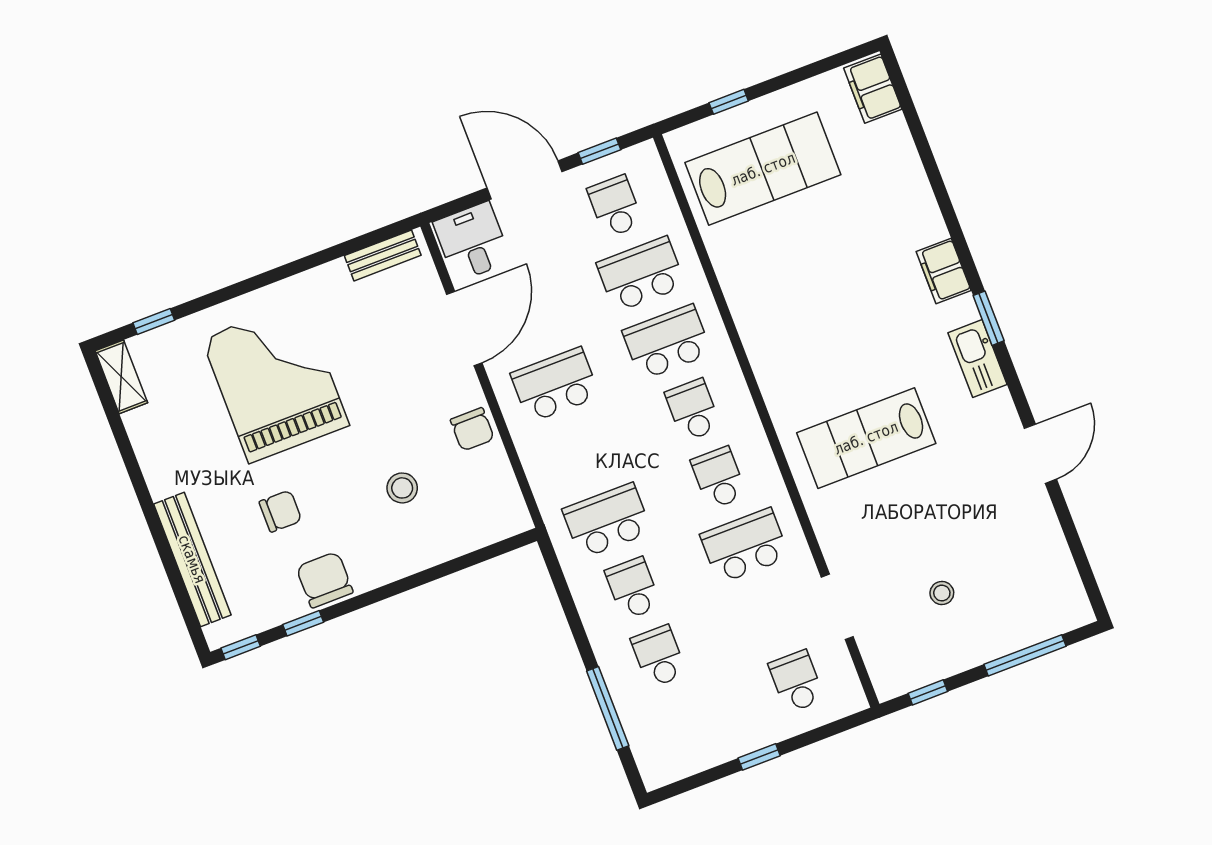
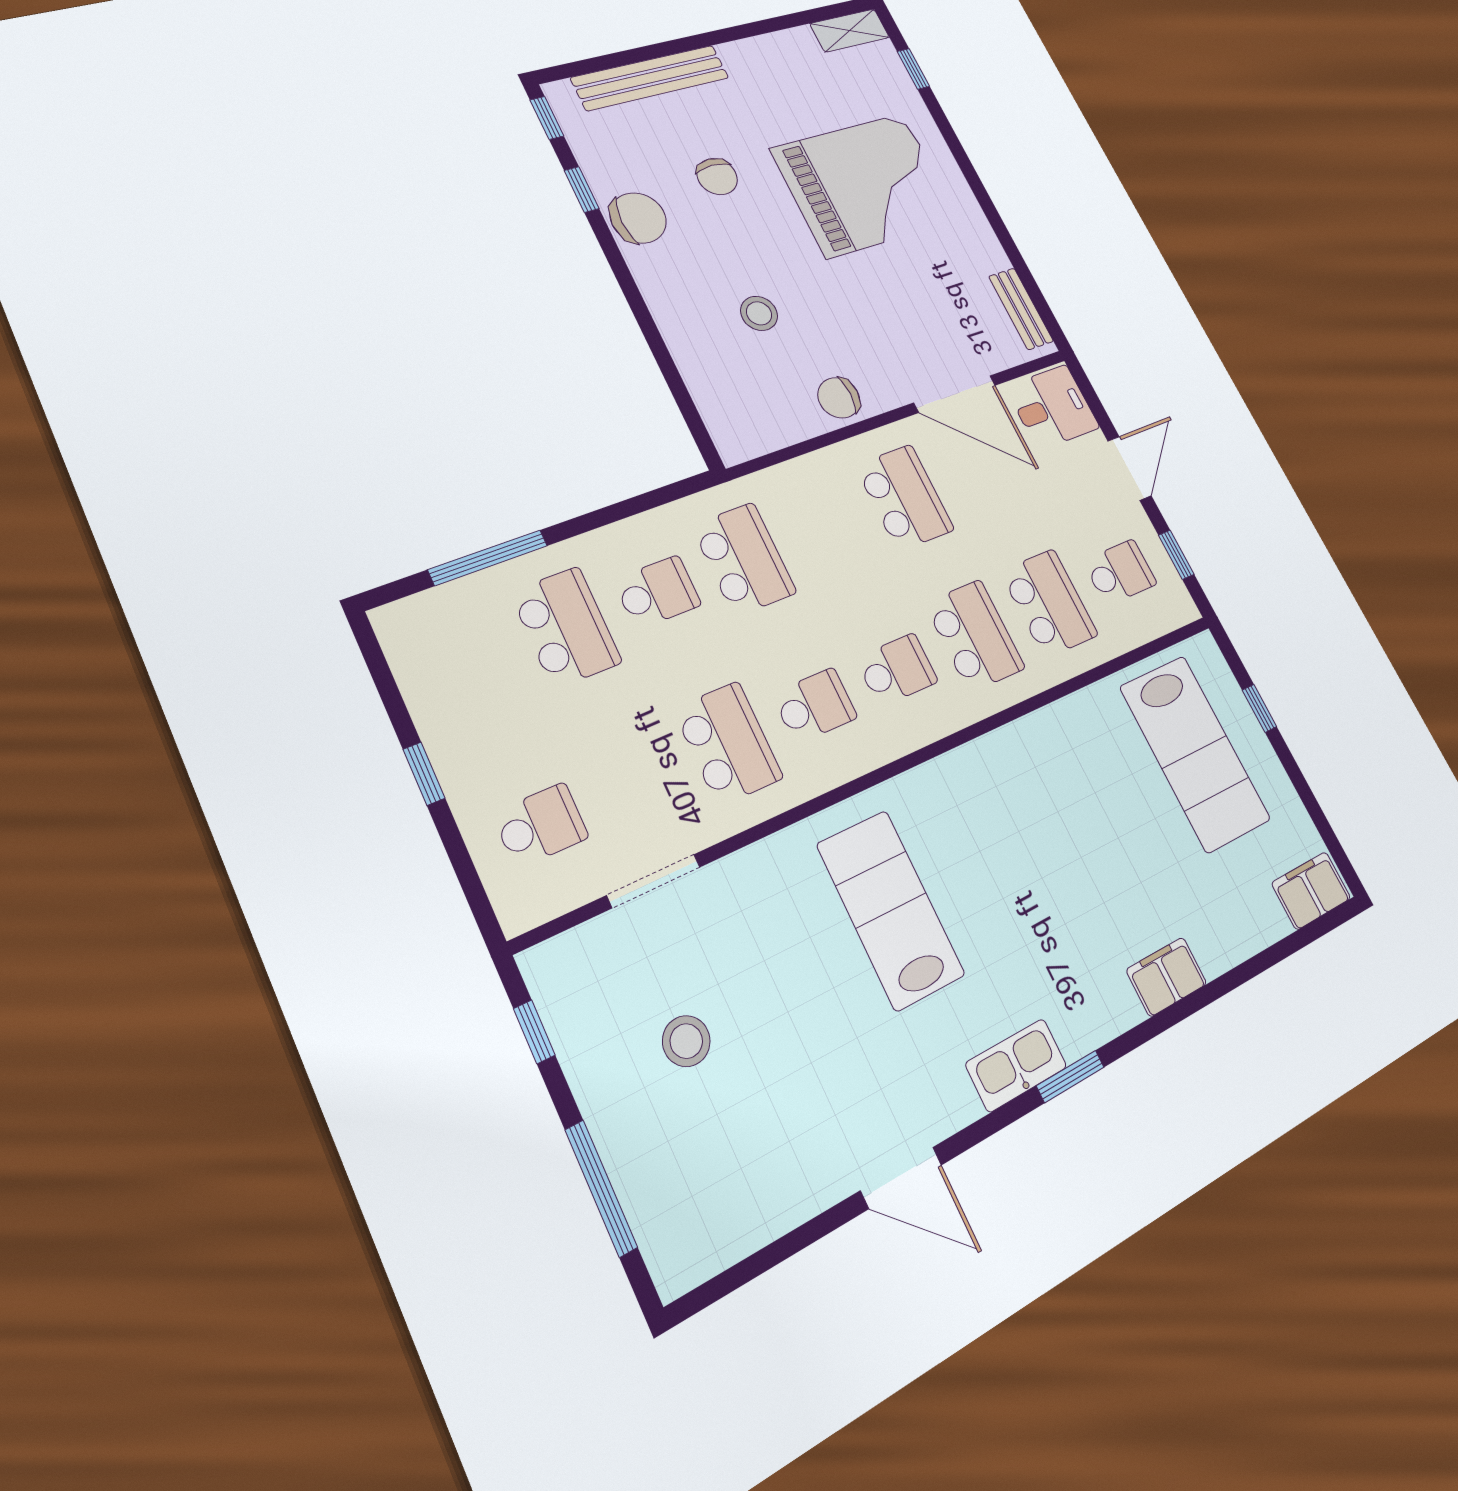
door: (525, 180) -> (1130, 468), width x0.73
filing cabinet: (944, 271) -> (1167, 977), moved
stool: (942, 593) -> (686, 1041), width x1.37, depth x1.37
school desk: (659, 656) -> (566, 627), width x1.85

